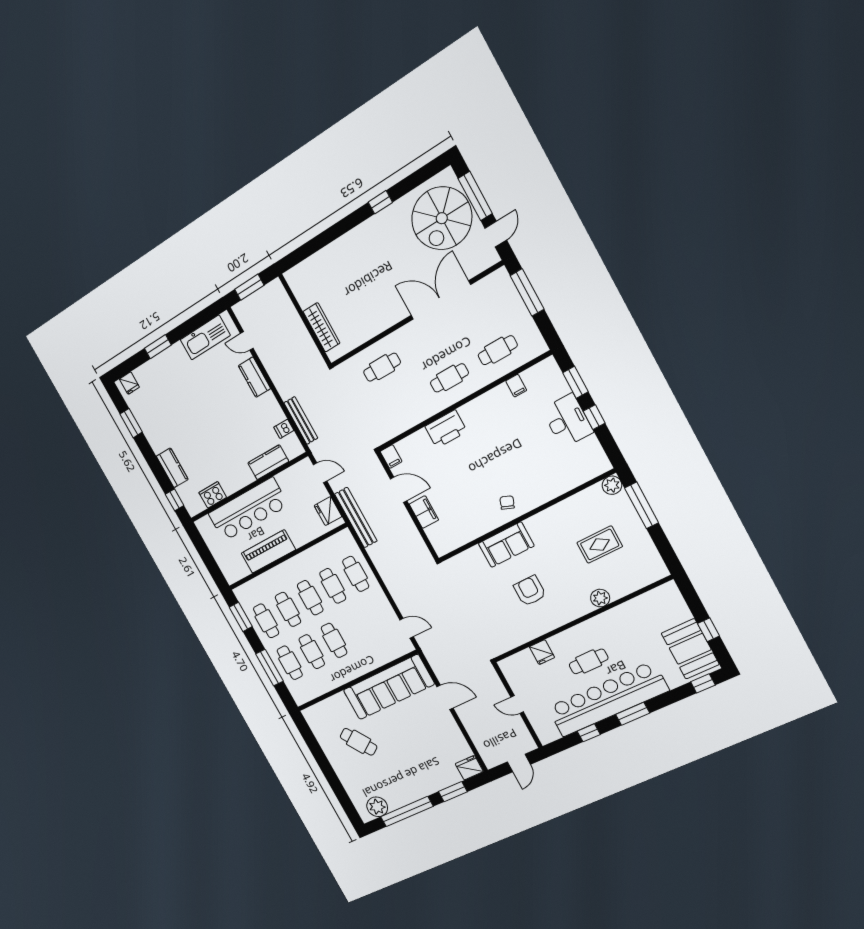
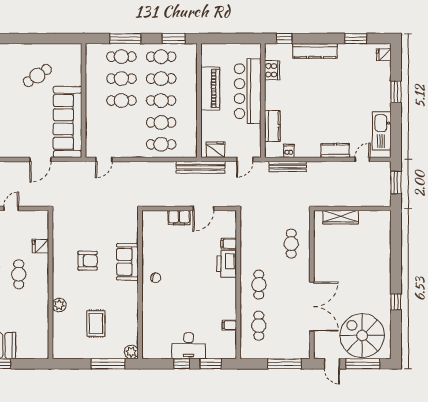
filing cabinet: (391, 457) -> (229, 244), moved
kitchen counter: (172, 468) -> (315, 51), width x1.50

